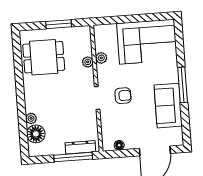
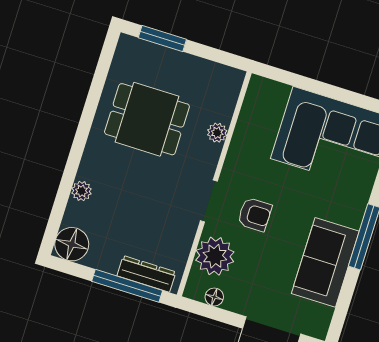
window: (59, 24) -> (162, 38), moved
dining table: (44, 57) -> (147, 119), moved
plant: (101, 58) -> (215, 256), moved, width x1.88, depth x1.88
floor lamp: (36, 134) -> (72, 244), moved

